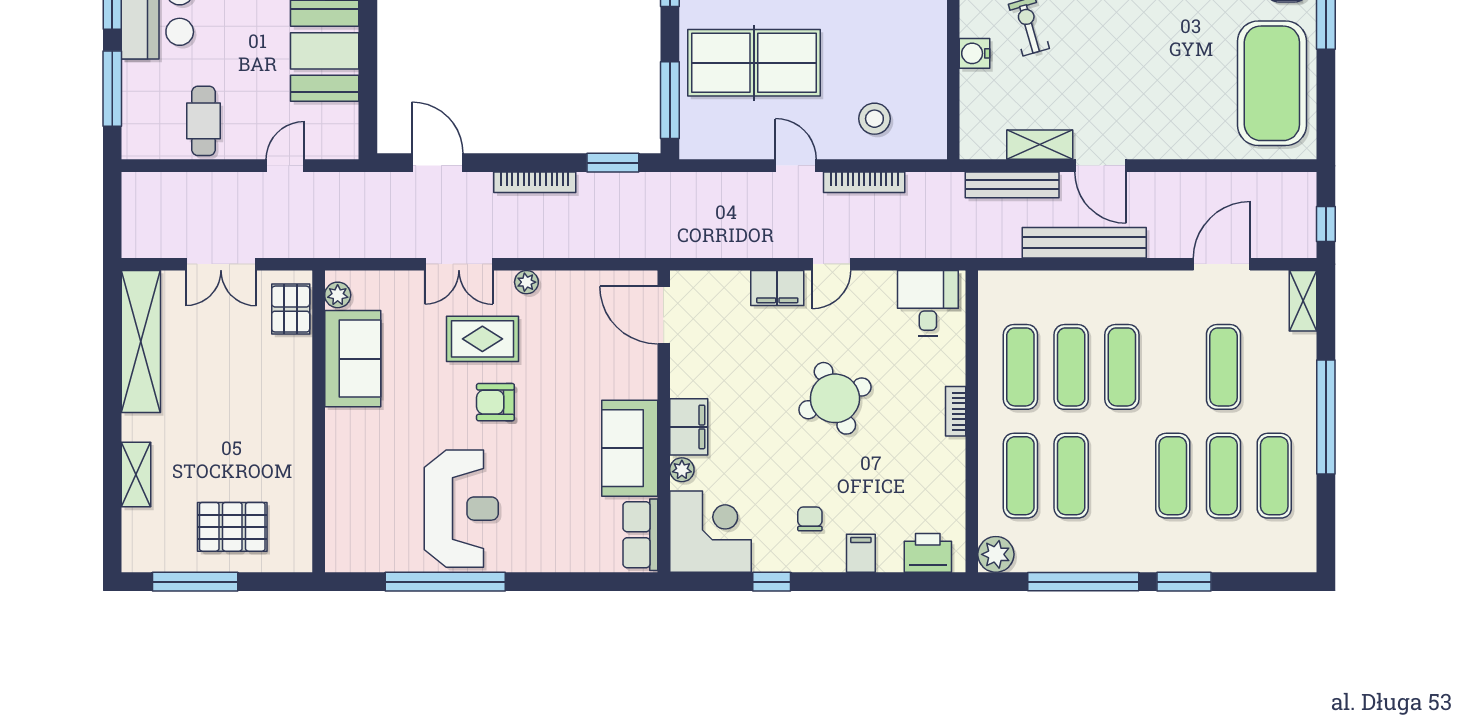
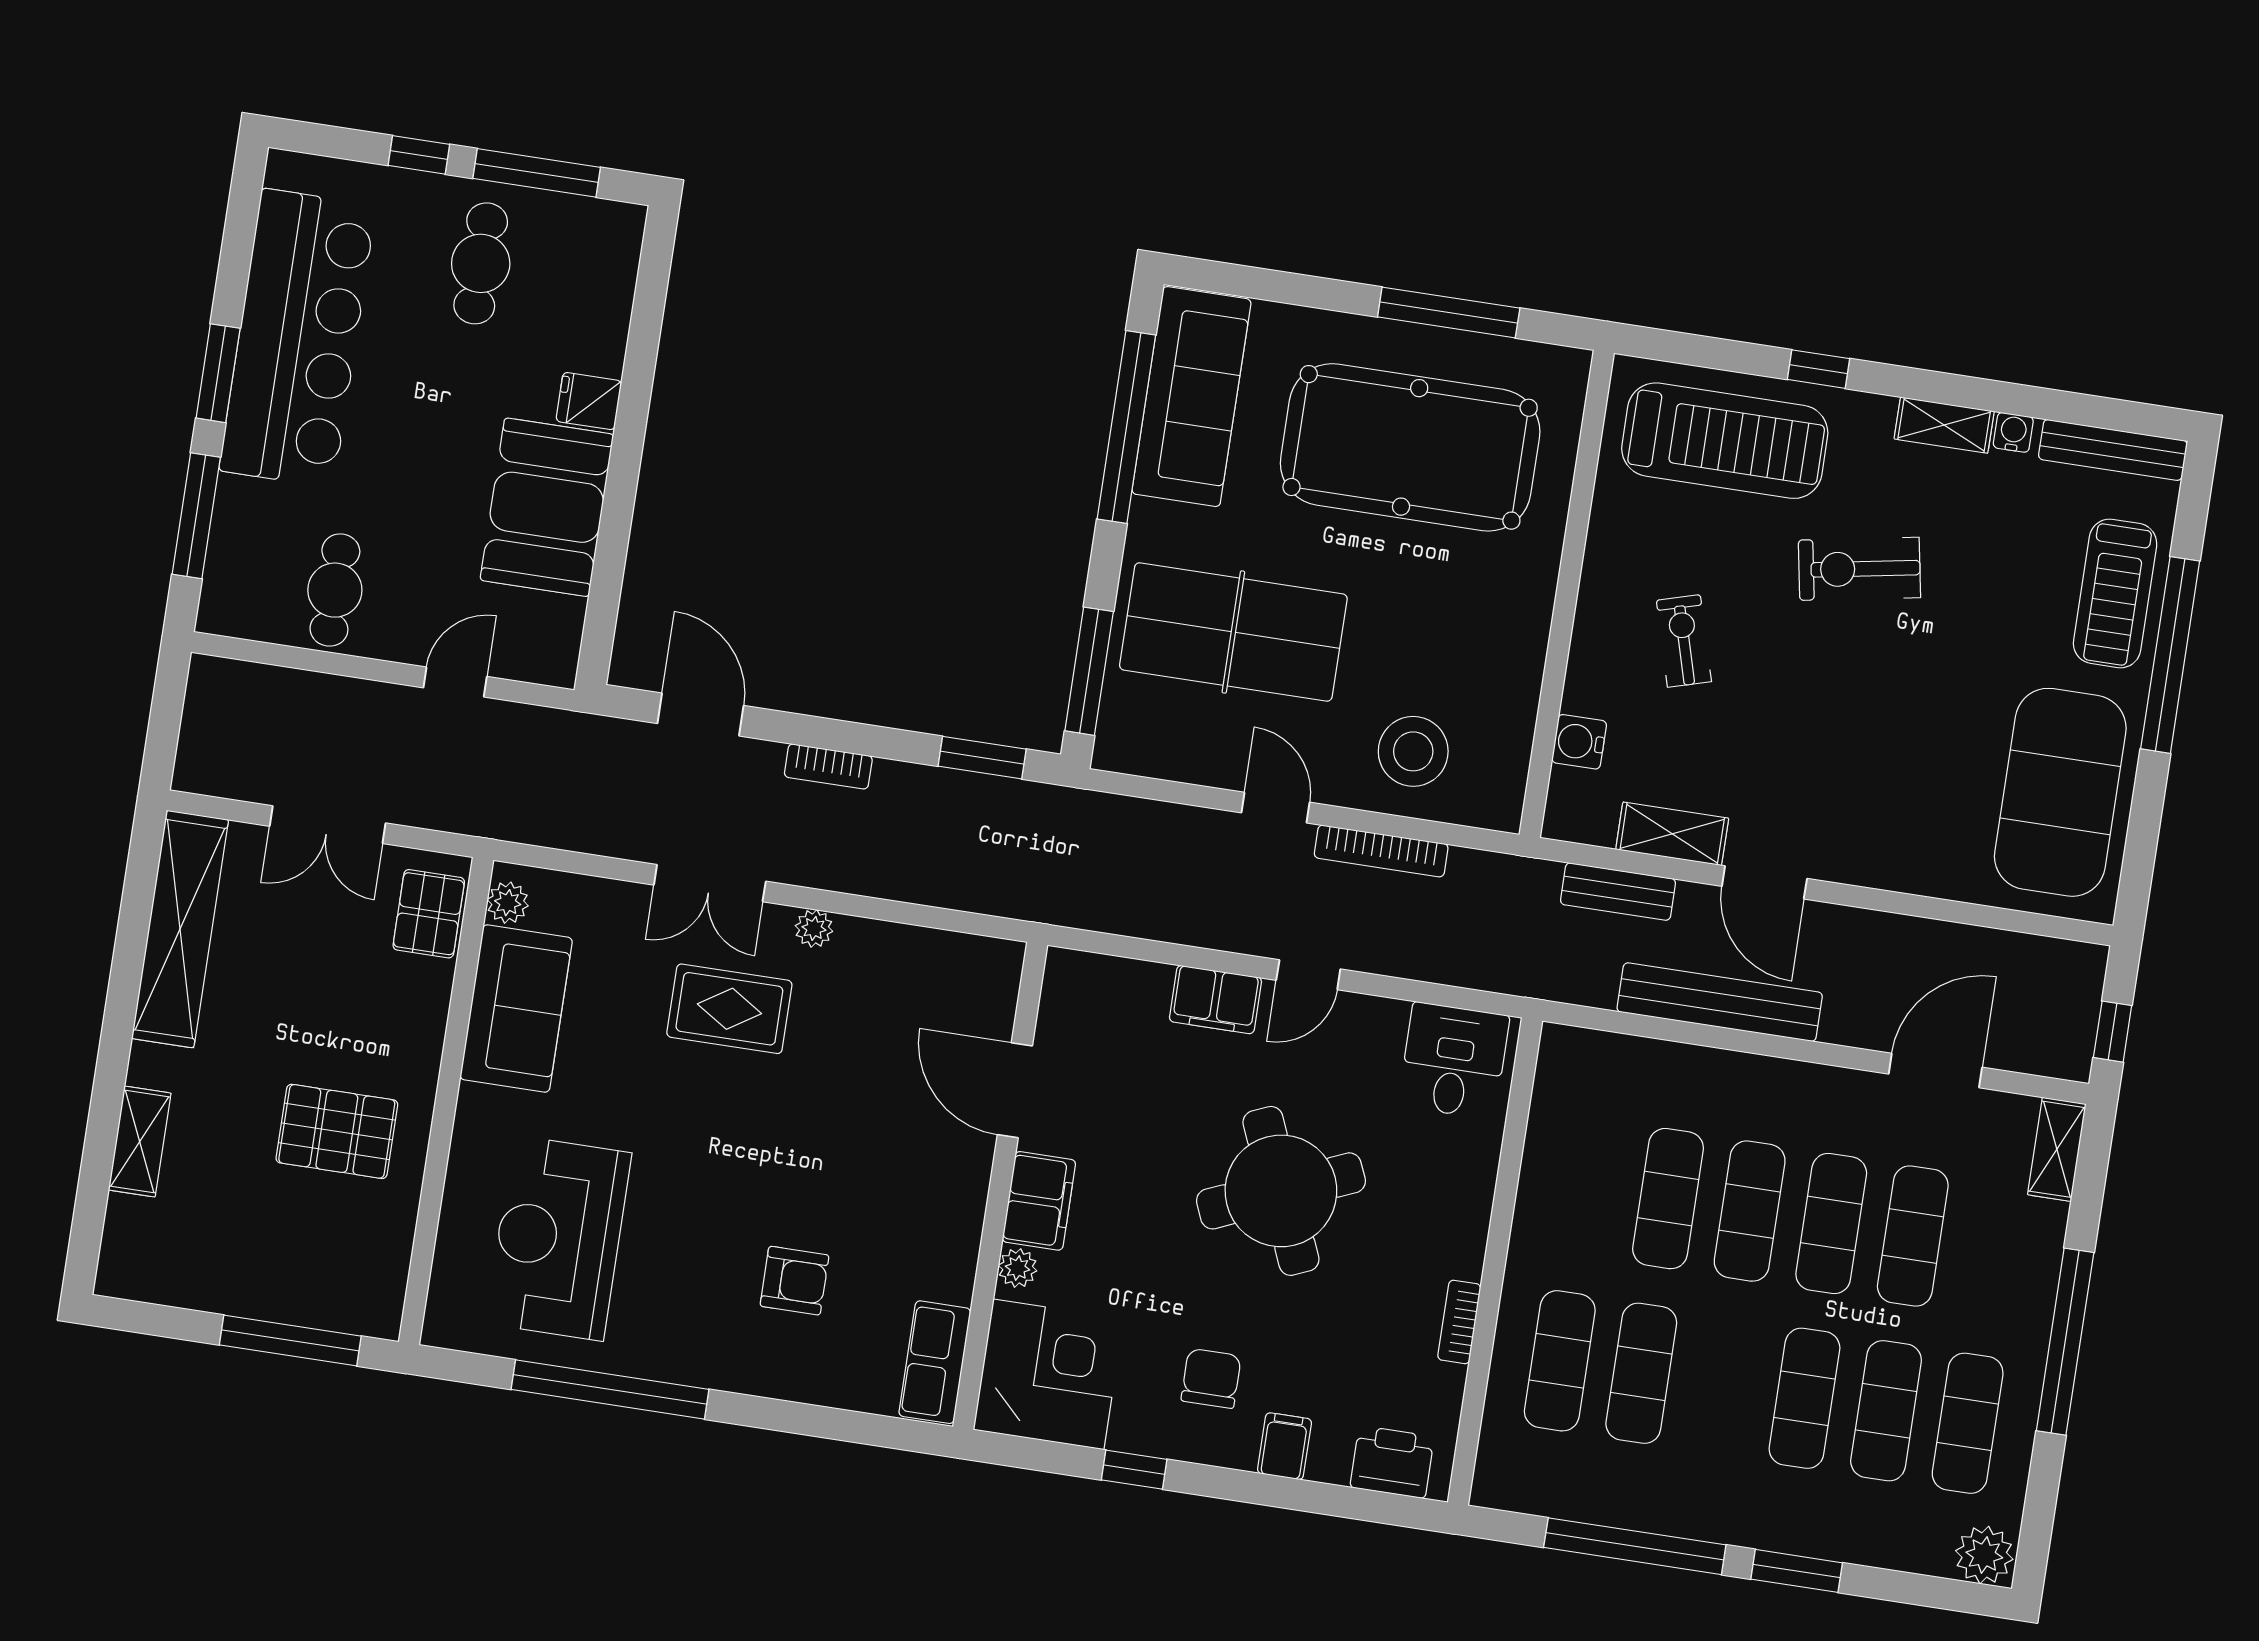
water cooler: (974, 53) -> (1579, 742), moved
stool: (874, 119) -> (1413, 751), width x1.38, depth x1.38
bookcase: (535, 182) -> (828, 766), width x0.64
bench: (1012, 185) -> (1618, 892), width x0.73
door: (664, 315) -> (1015, 1090), moved
exercise mat: (1020, 367) -> (1831, 1224), moved
round table: (835, 398) -> (1281, 1191), width x1.36, depth x1.36
armchair: (495, 402) -> (795, 1281), moved, turned 180
bookcase: (956, 411) -> (1459, 1322), moved
sofa: (630, 448) -> (939, 1221), removed
reception desk: (461, 509) -> (558, 1238), moved, turned 180
chair: (810, 519) -> (1211, 1378), width x1.37, depth x1.37
pallet: (232, 527) -> (337, 1131), moved
plant: (996, 554) -> (1984, 1555), moved
window: (195, 582) -> (290, 1340), moved

